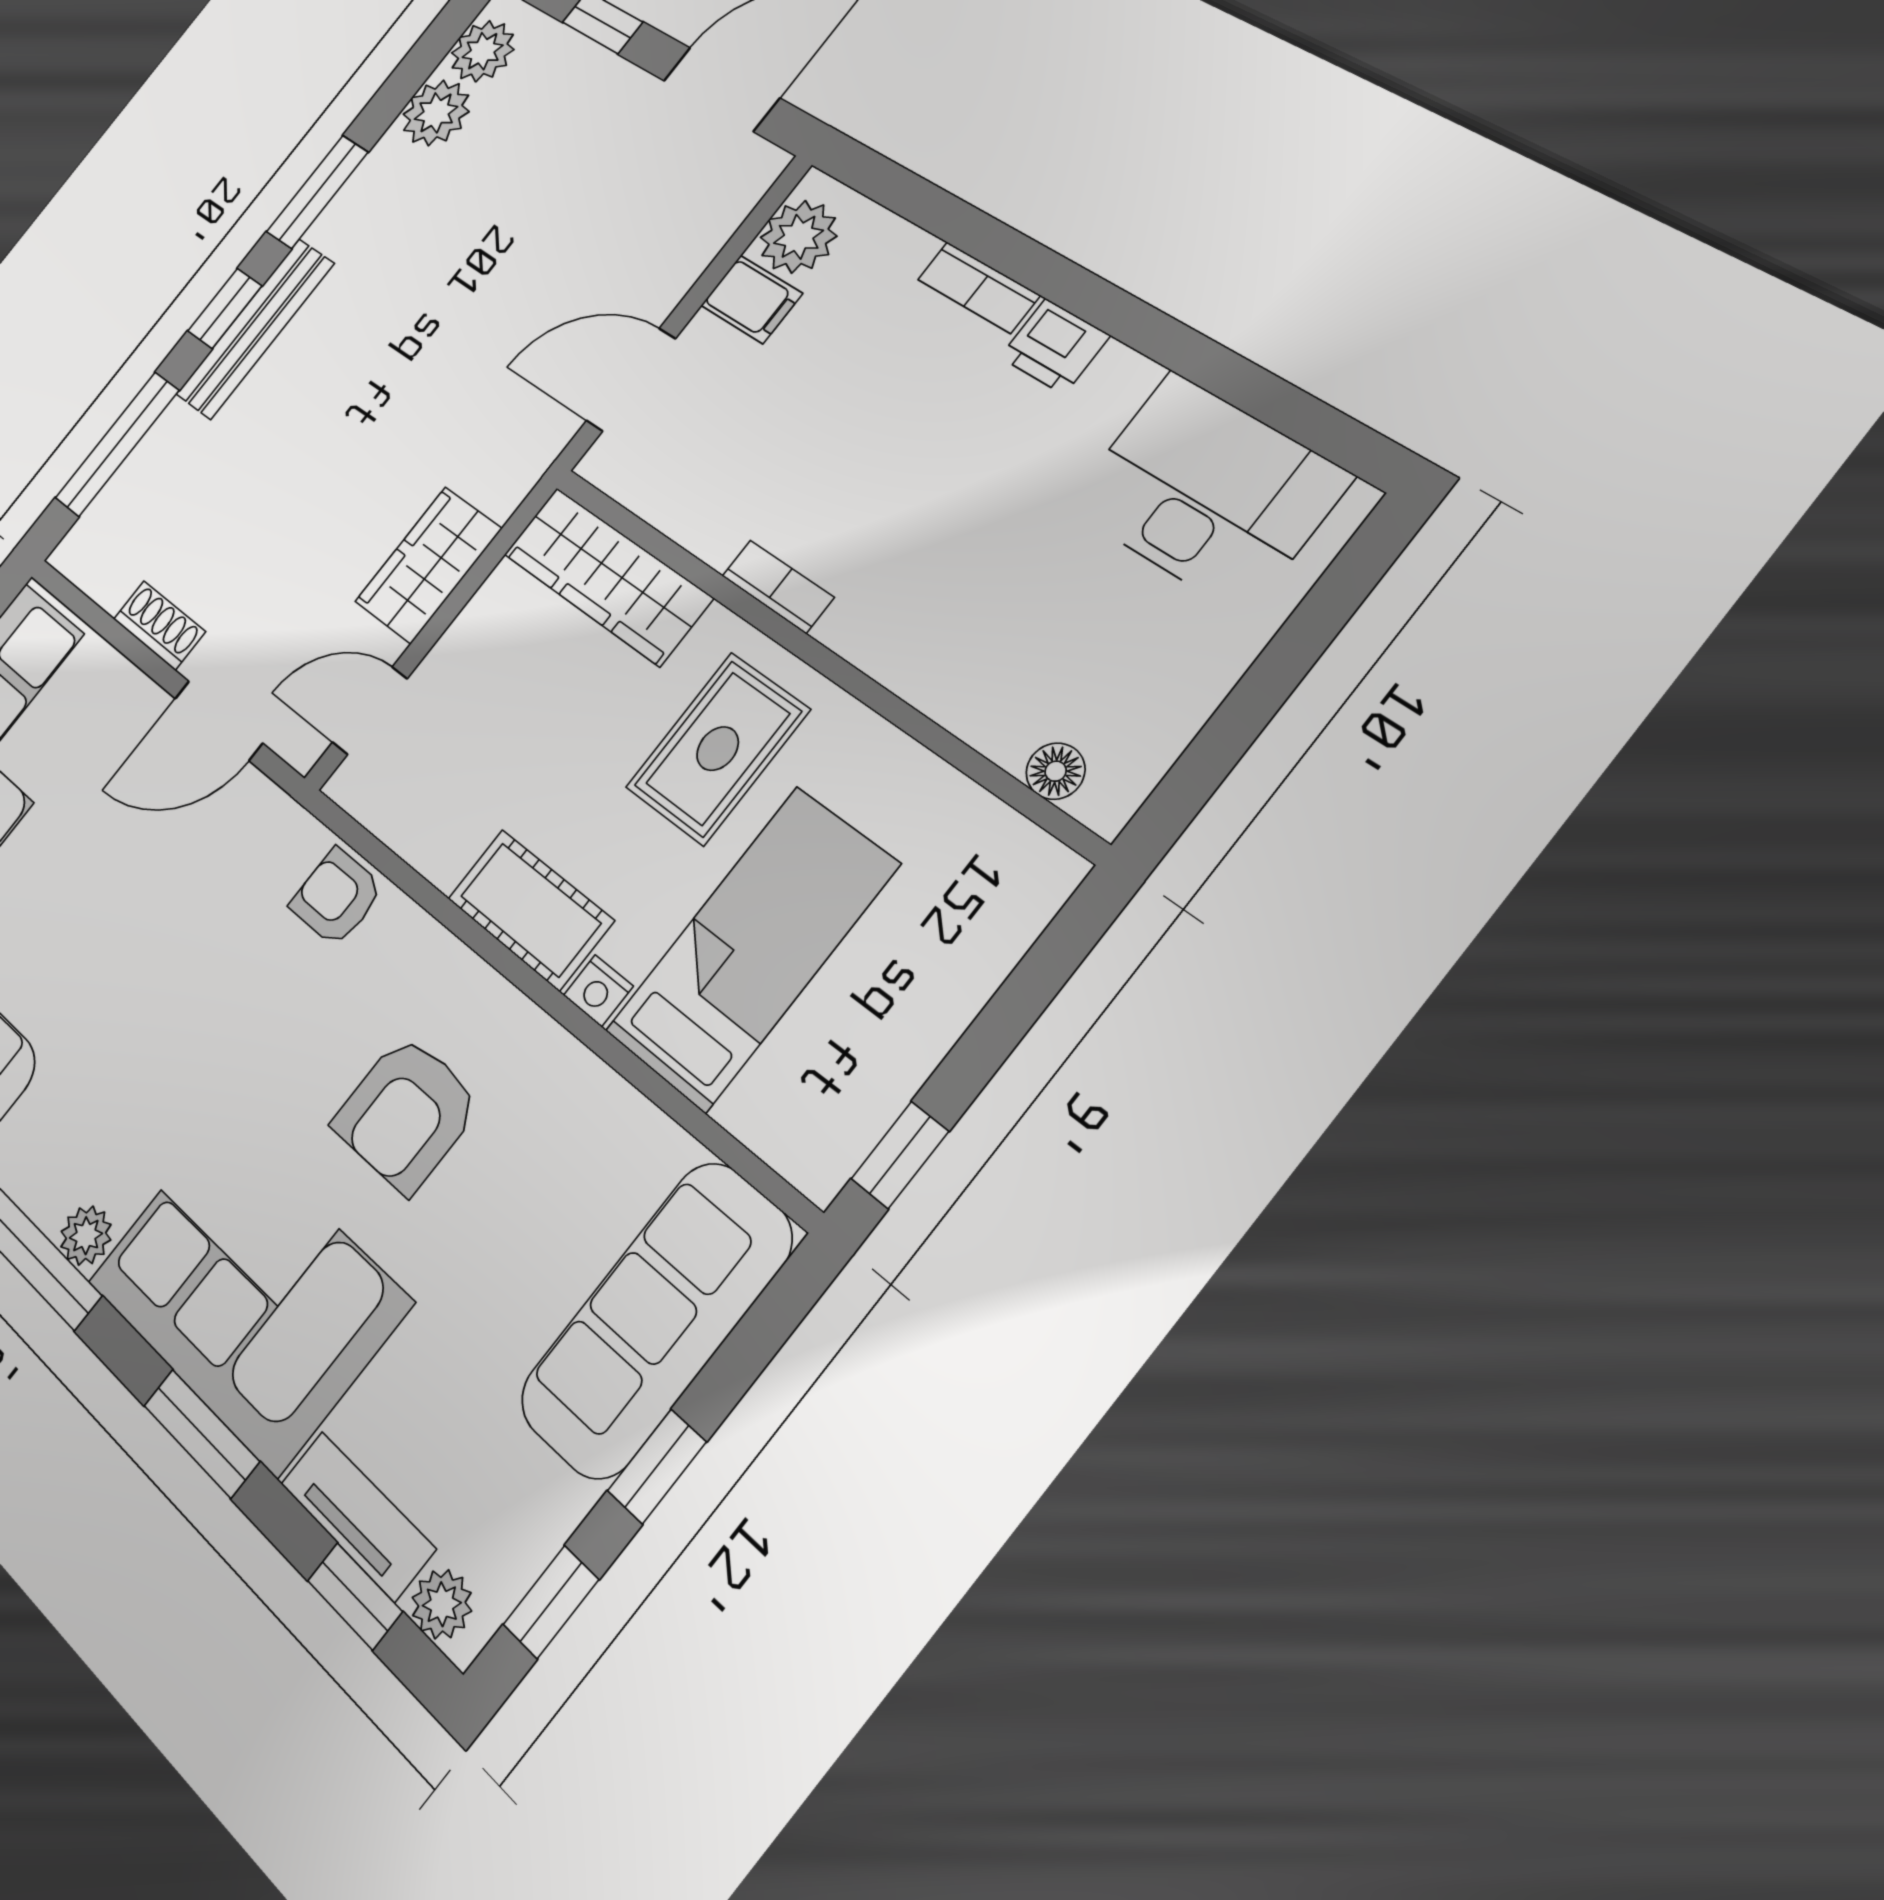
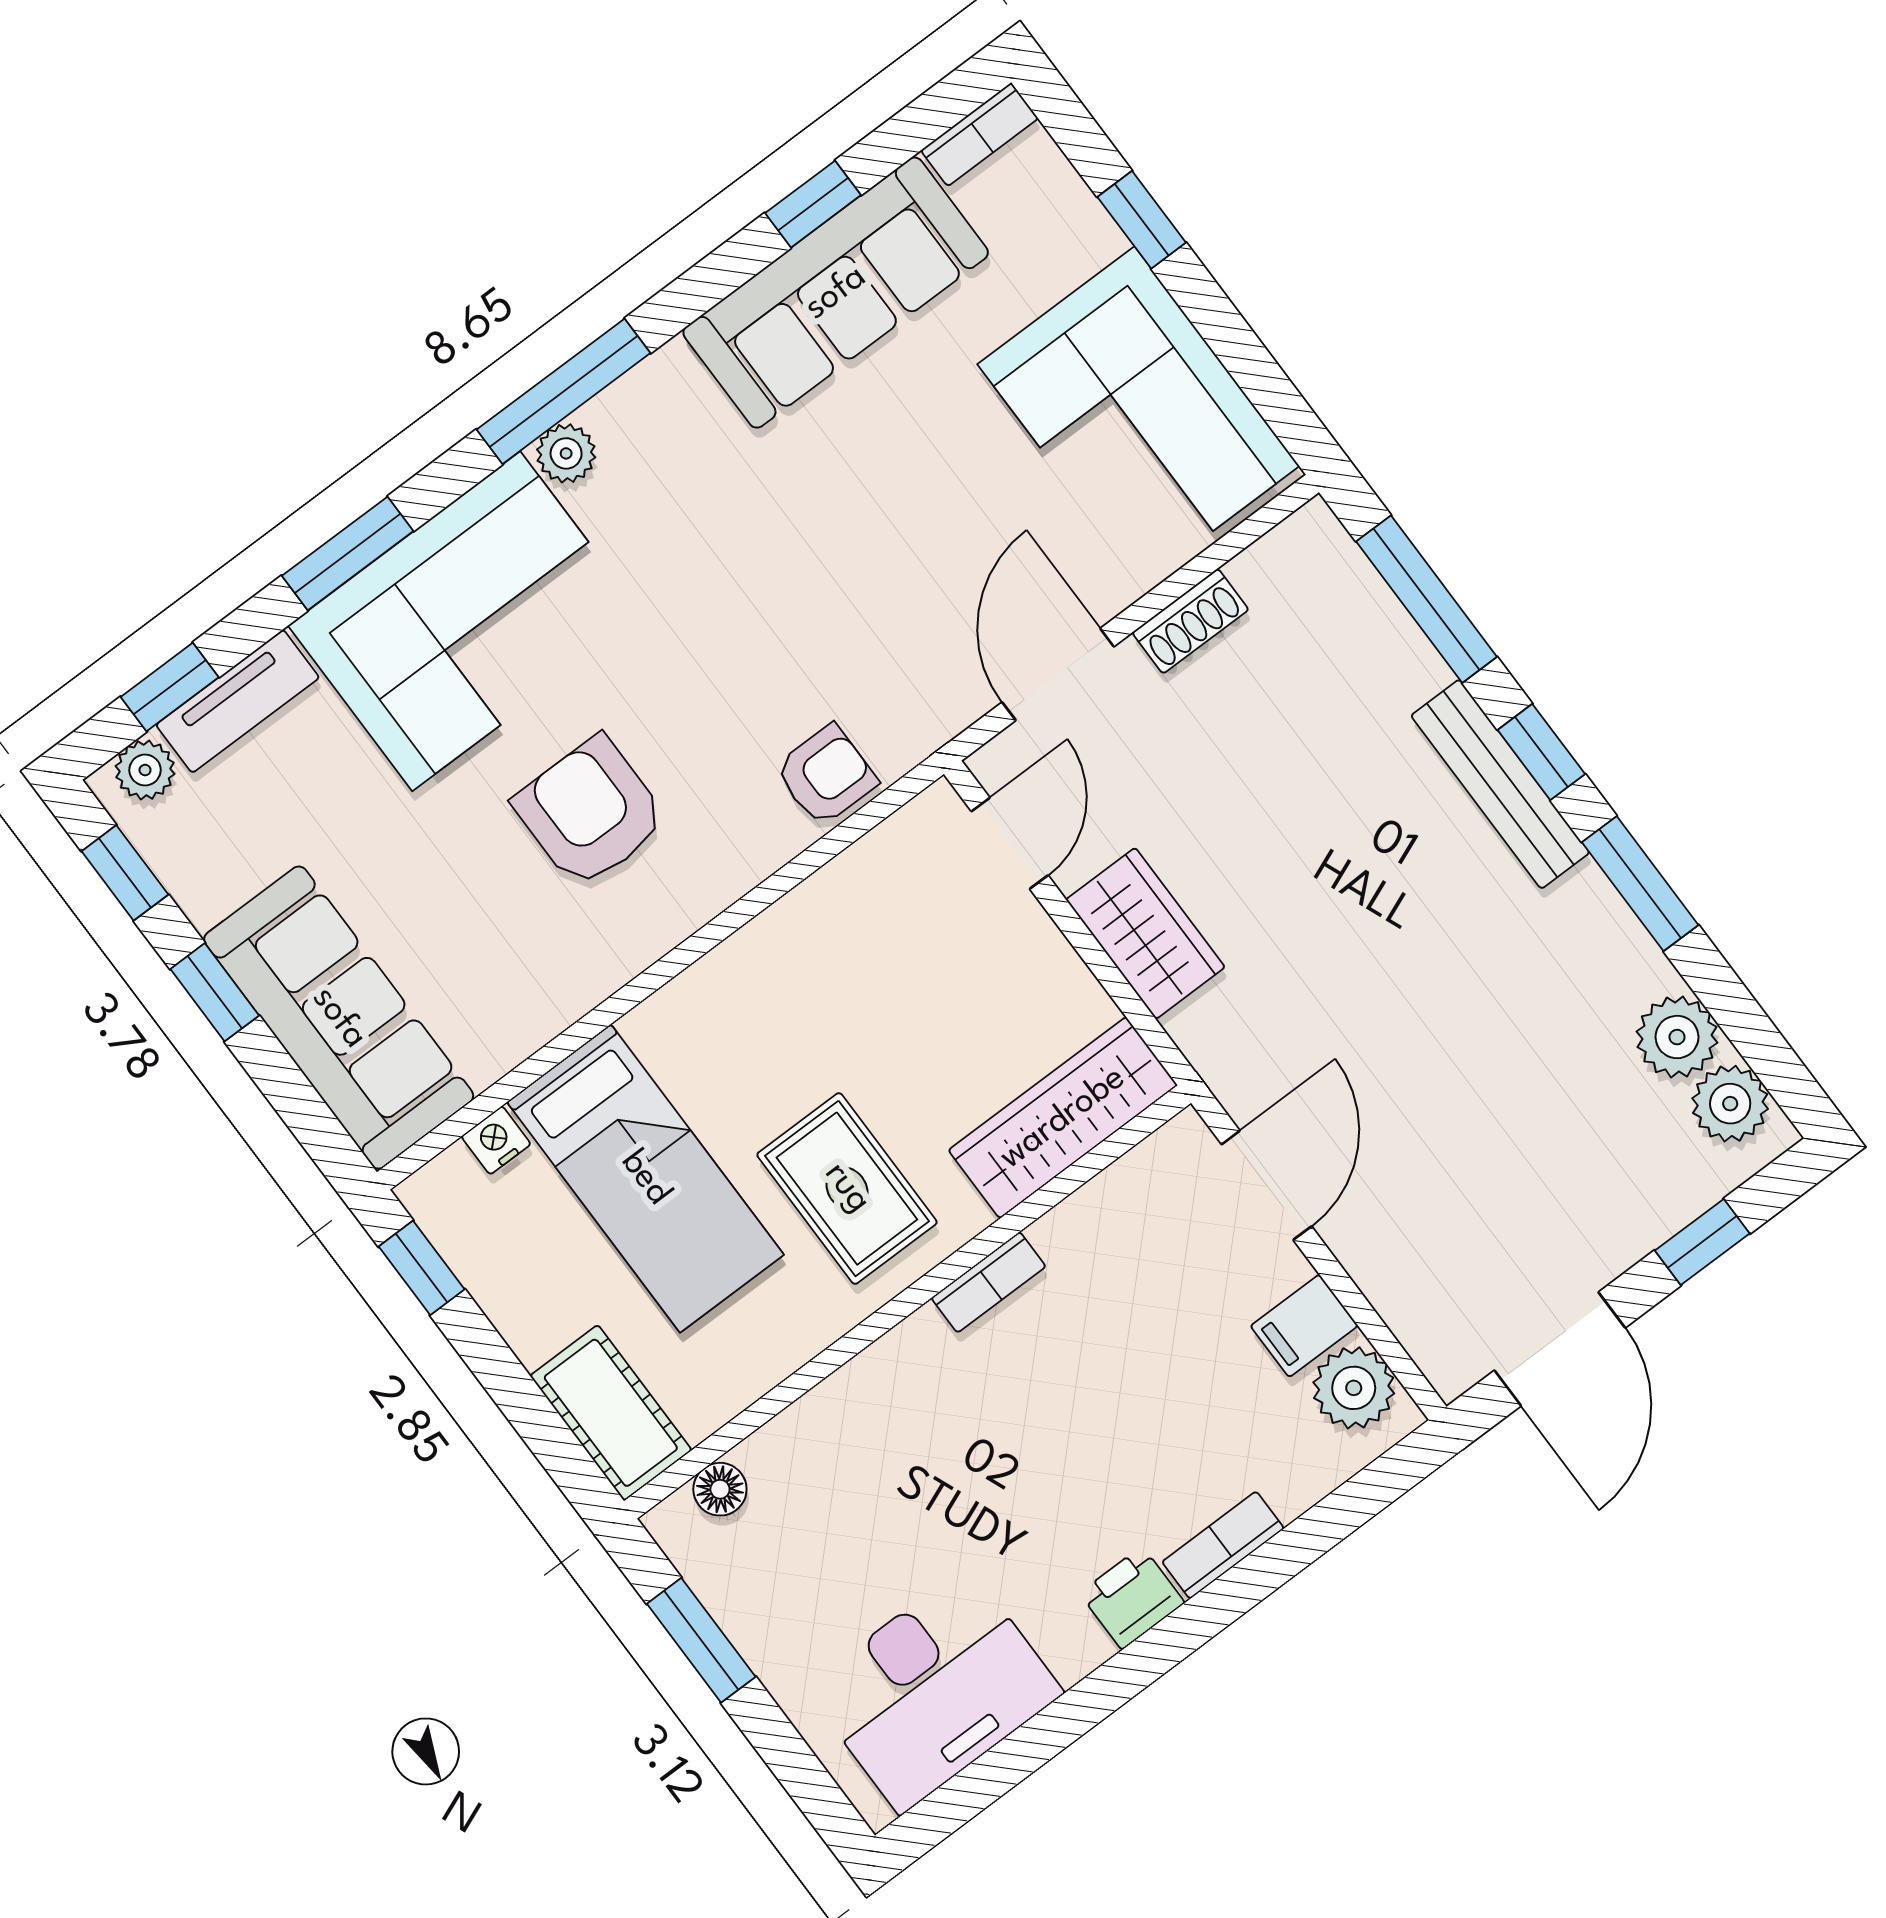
window: (1226, 737) -> (701, 1640), added
cot: (530, 910) -> (611, 1413), moved, turned 90
nightstand: (598, 991) -> (496, 1140), moved

